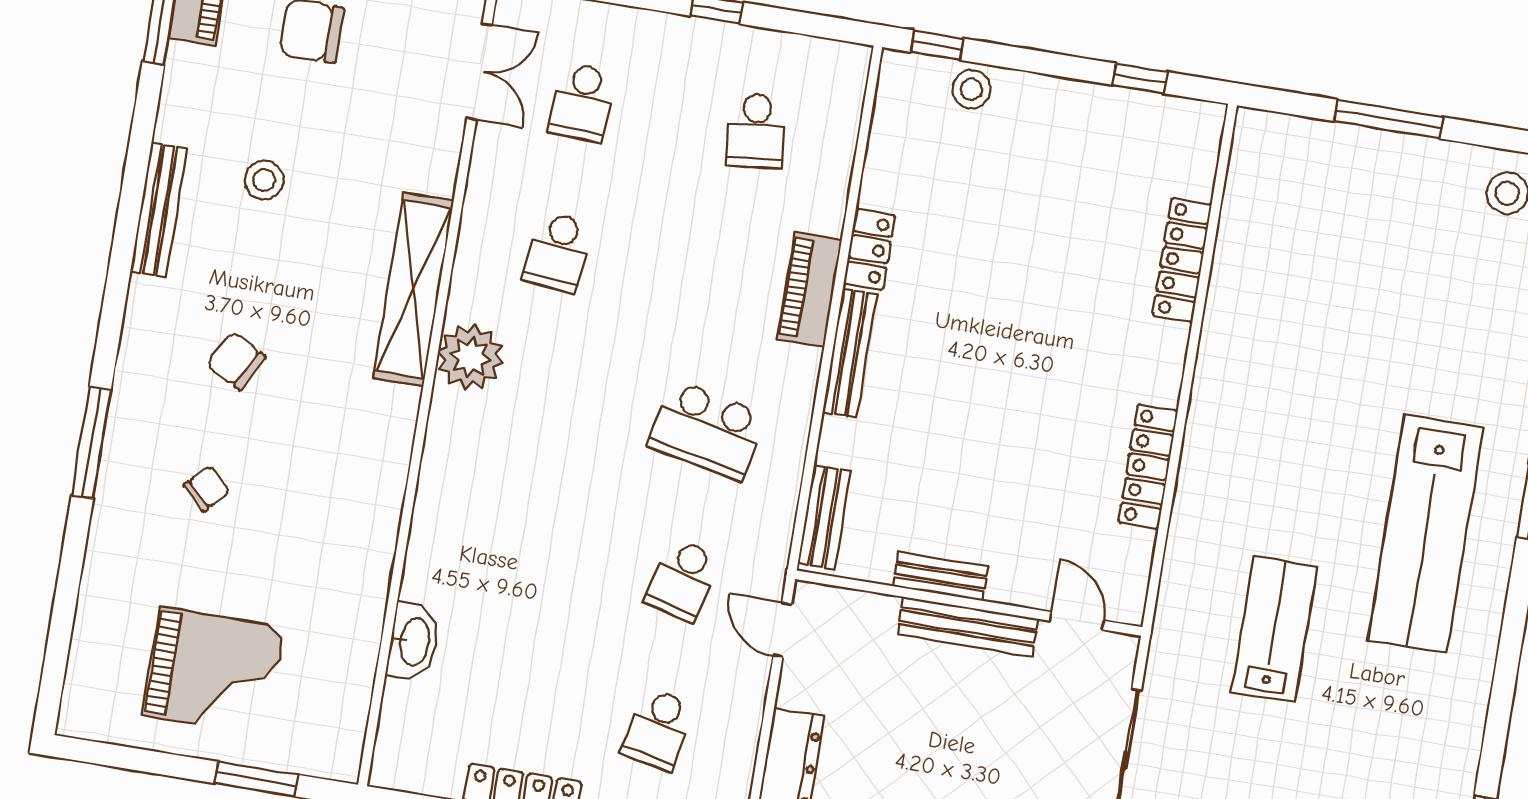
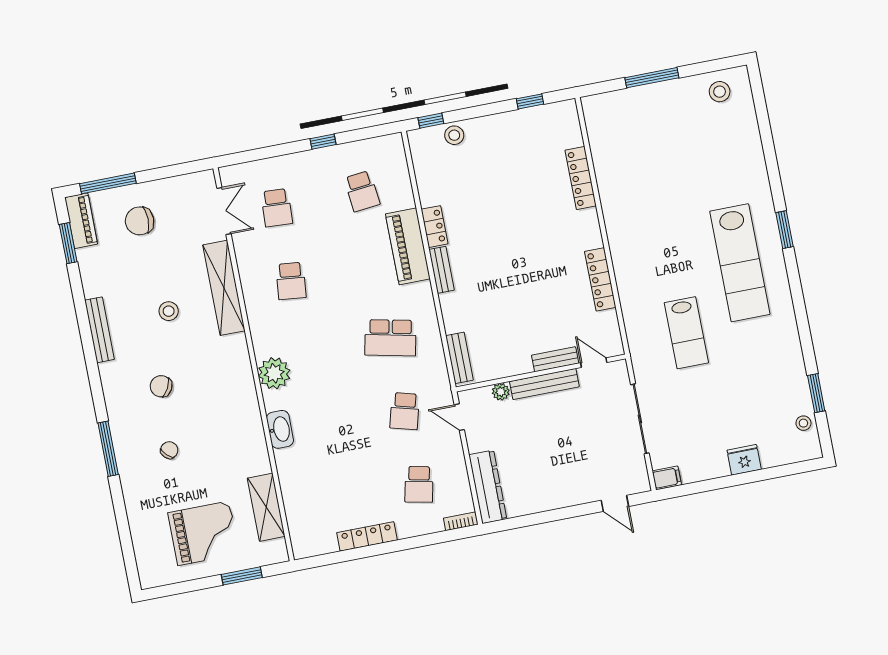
stool: (264, 180) -> (169, 311), moved
shelving: (413, 289) -> (224, 288), moved
piano: (809, 289) -> (408, 246), width x1.37, depth x1.33
bench: (850, 353) -> (442, 270), width x0.73
plant: (470, 357) -> (274, 373), moved
bench: (941, 576) -> (555, 359), moved
plant: (879, 611) -> (501, 392), added
lab bench: (1274, 629) -> (686, 333), turned 180
washbasin: (413, 642) -> (280, 429), moved
shelving: (351, 665) -> (266, 507), added

